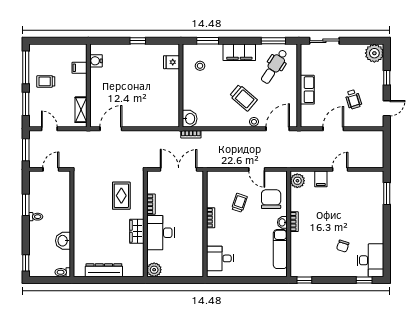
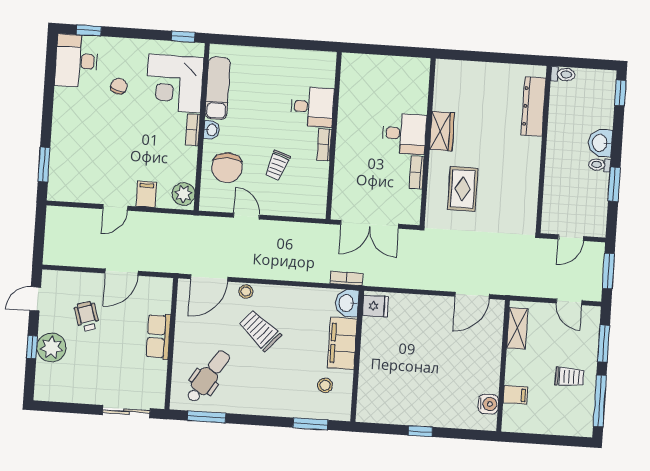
filing cabinet: (239, 52) -> (342, 343), moved, turned -90
plant: (374, 53) -> (51, 347), moved
fridge: (171, 62) -> (375, 306), moved
desk: (160, 233) -> (404, 134), width x0.73
washbasin: (63, 241) -> (600, 143), moved, turned 180
corner desk: (308, 250) -> (174, 83), added
desk: (220, 258) -> (312, 107), moved
dresser: (104, 270) -> (534, 106), moved, turned 90
plant: (154, 270) -> (419, 69), removed

